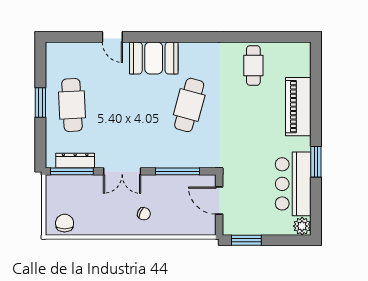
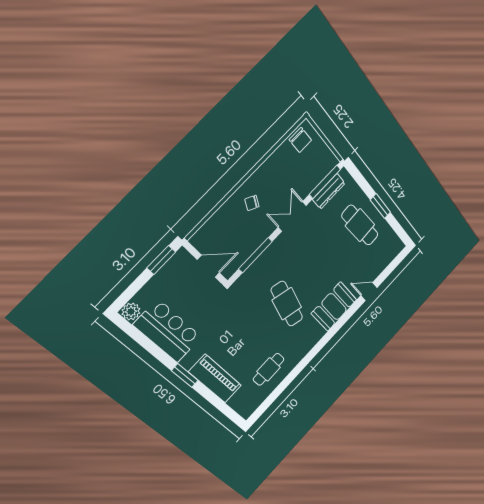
cafe table: (253, 65) -> (269, 369), turned 90
window: (316, 162) -> (185, 376), moved

